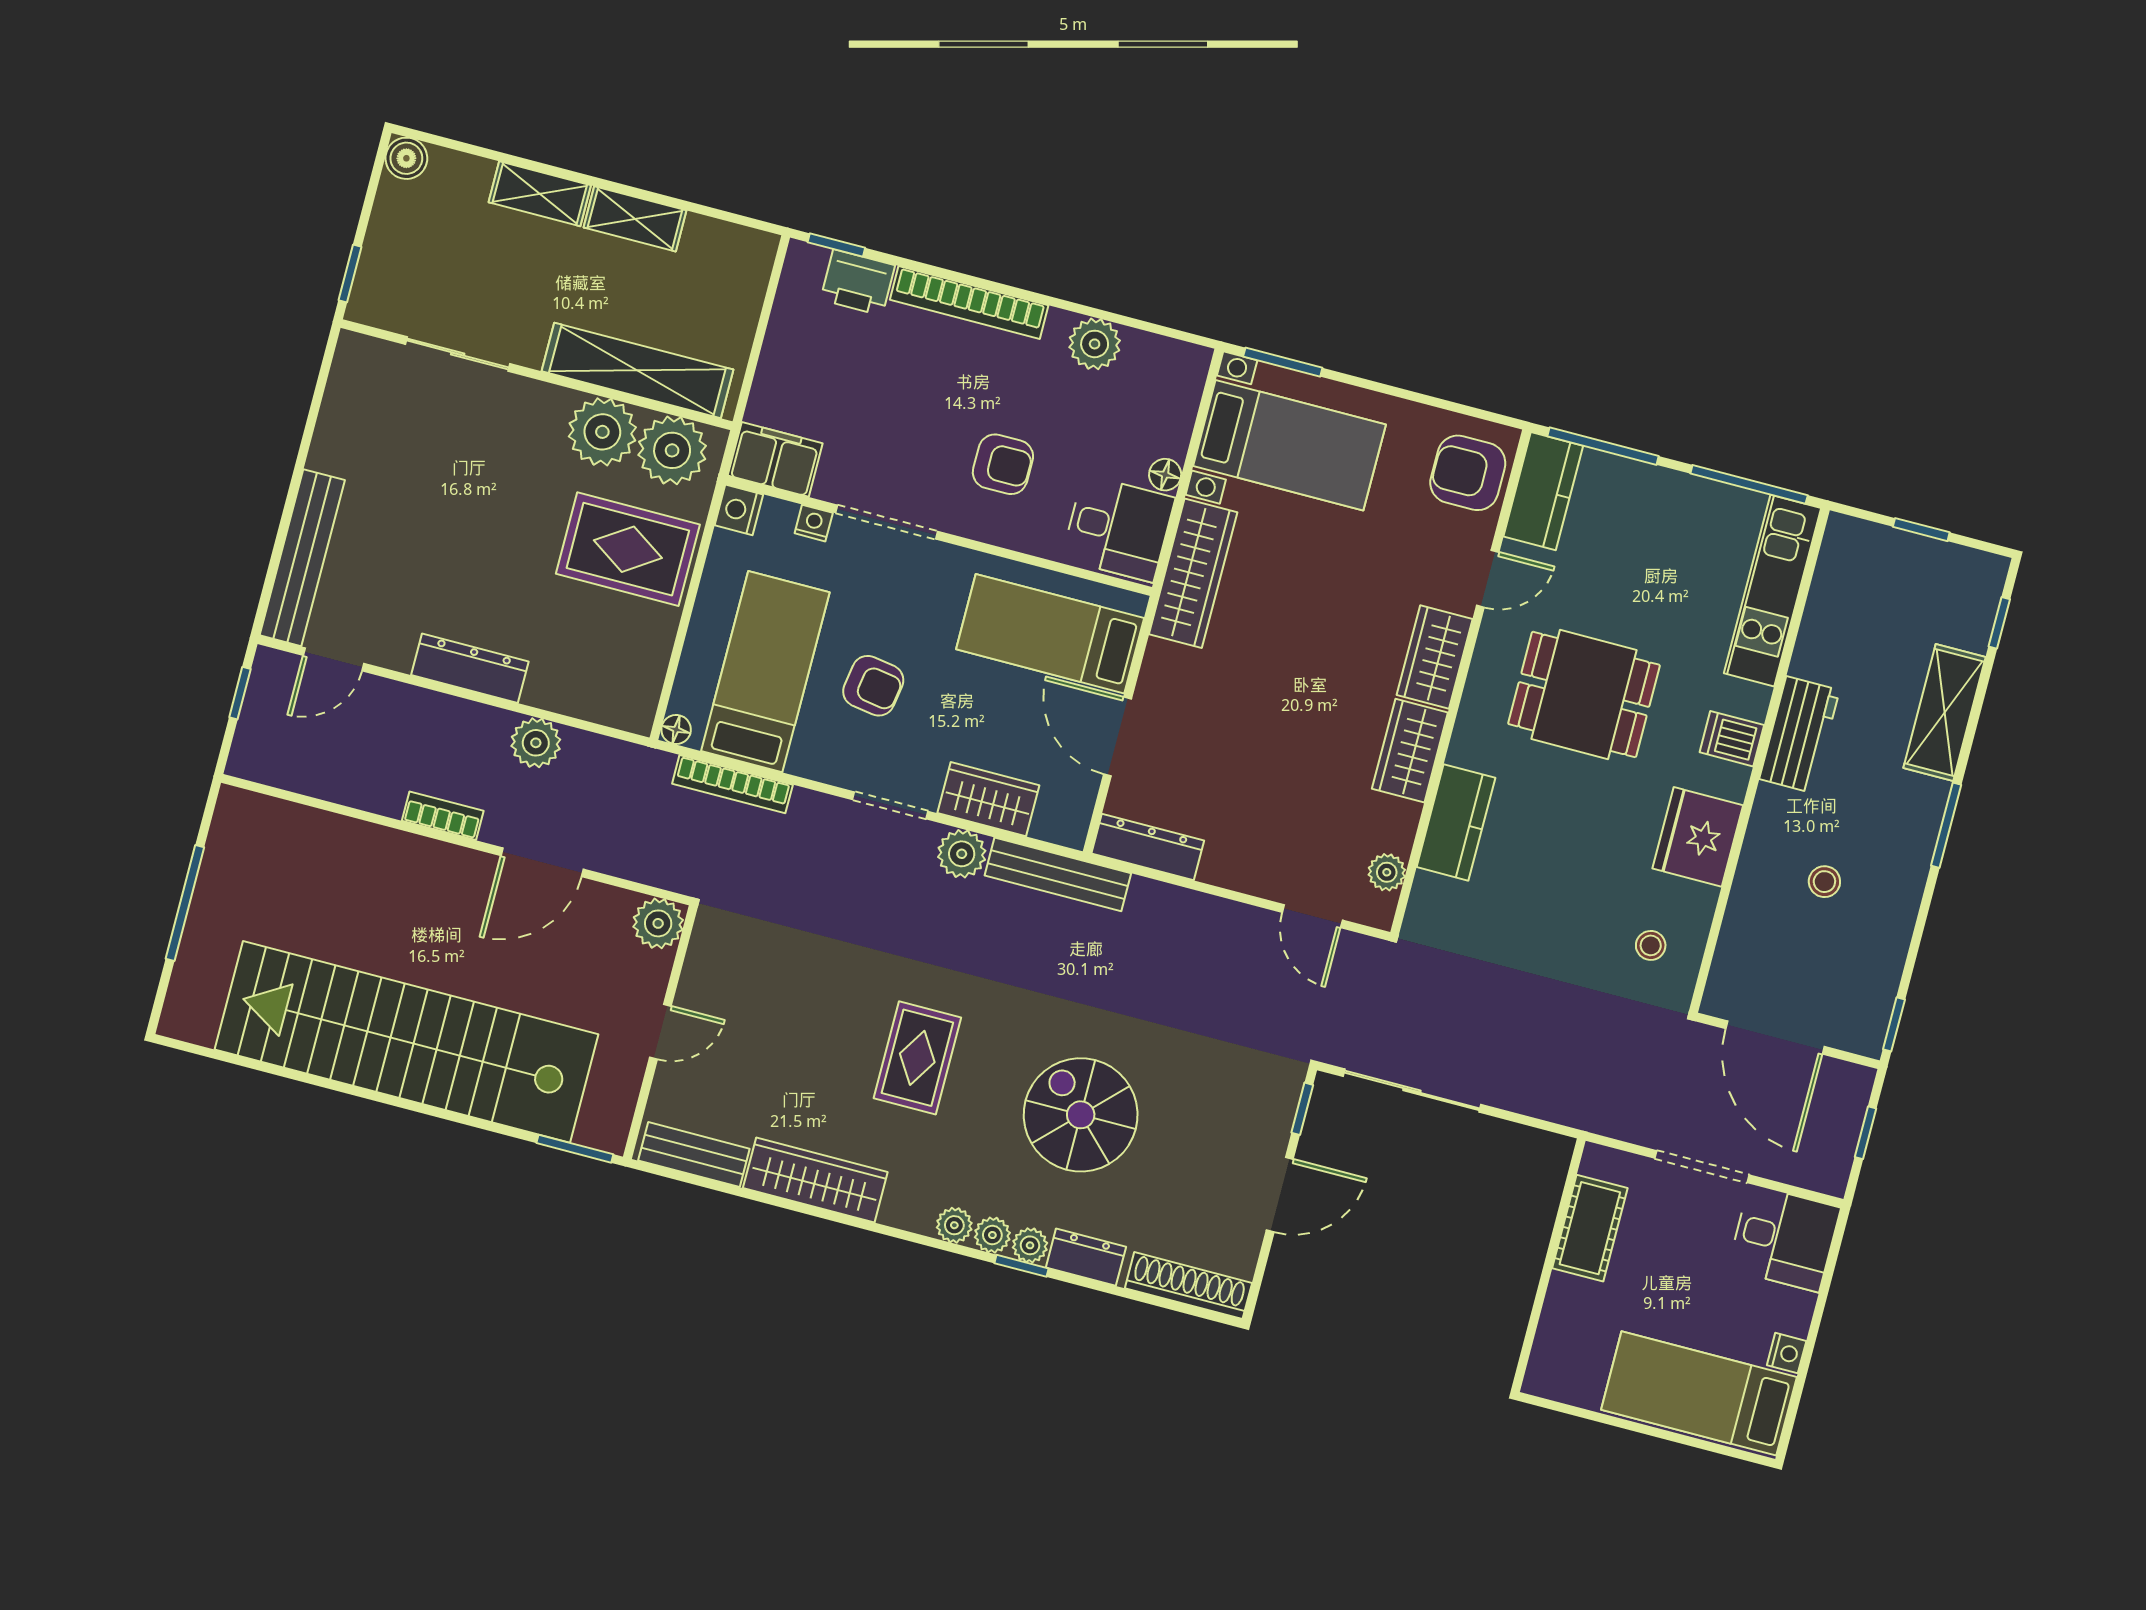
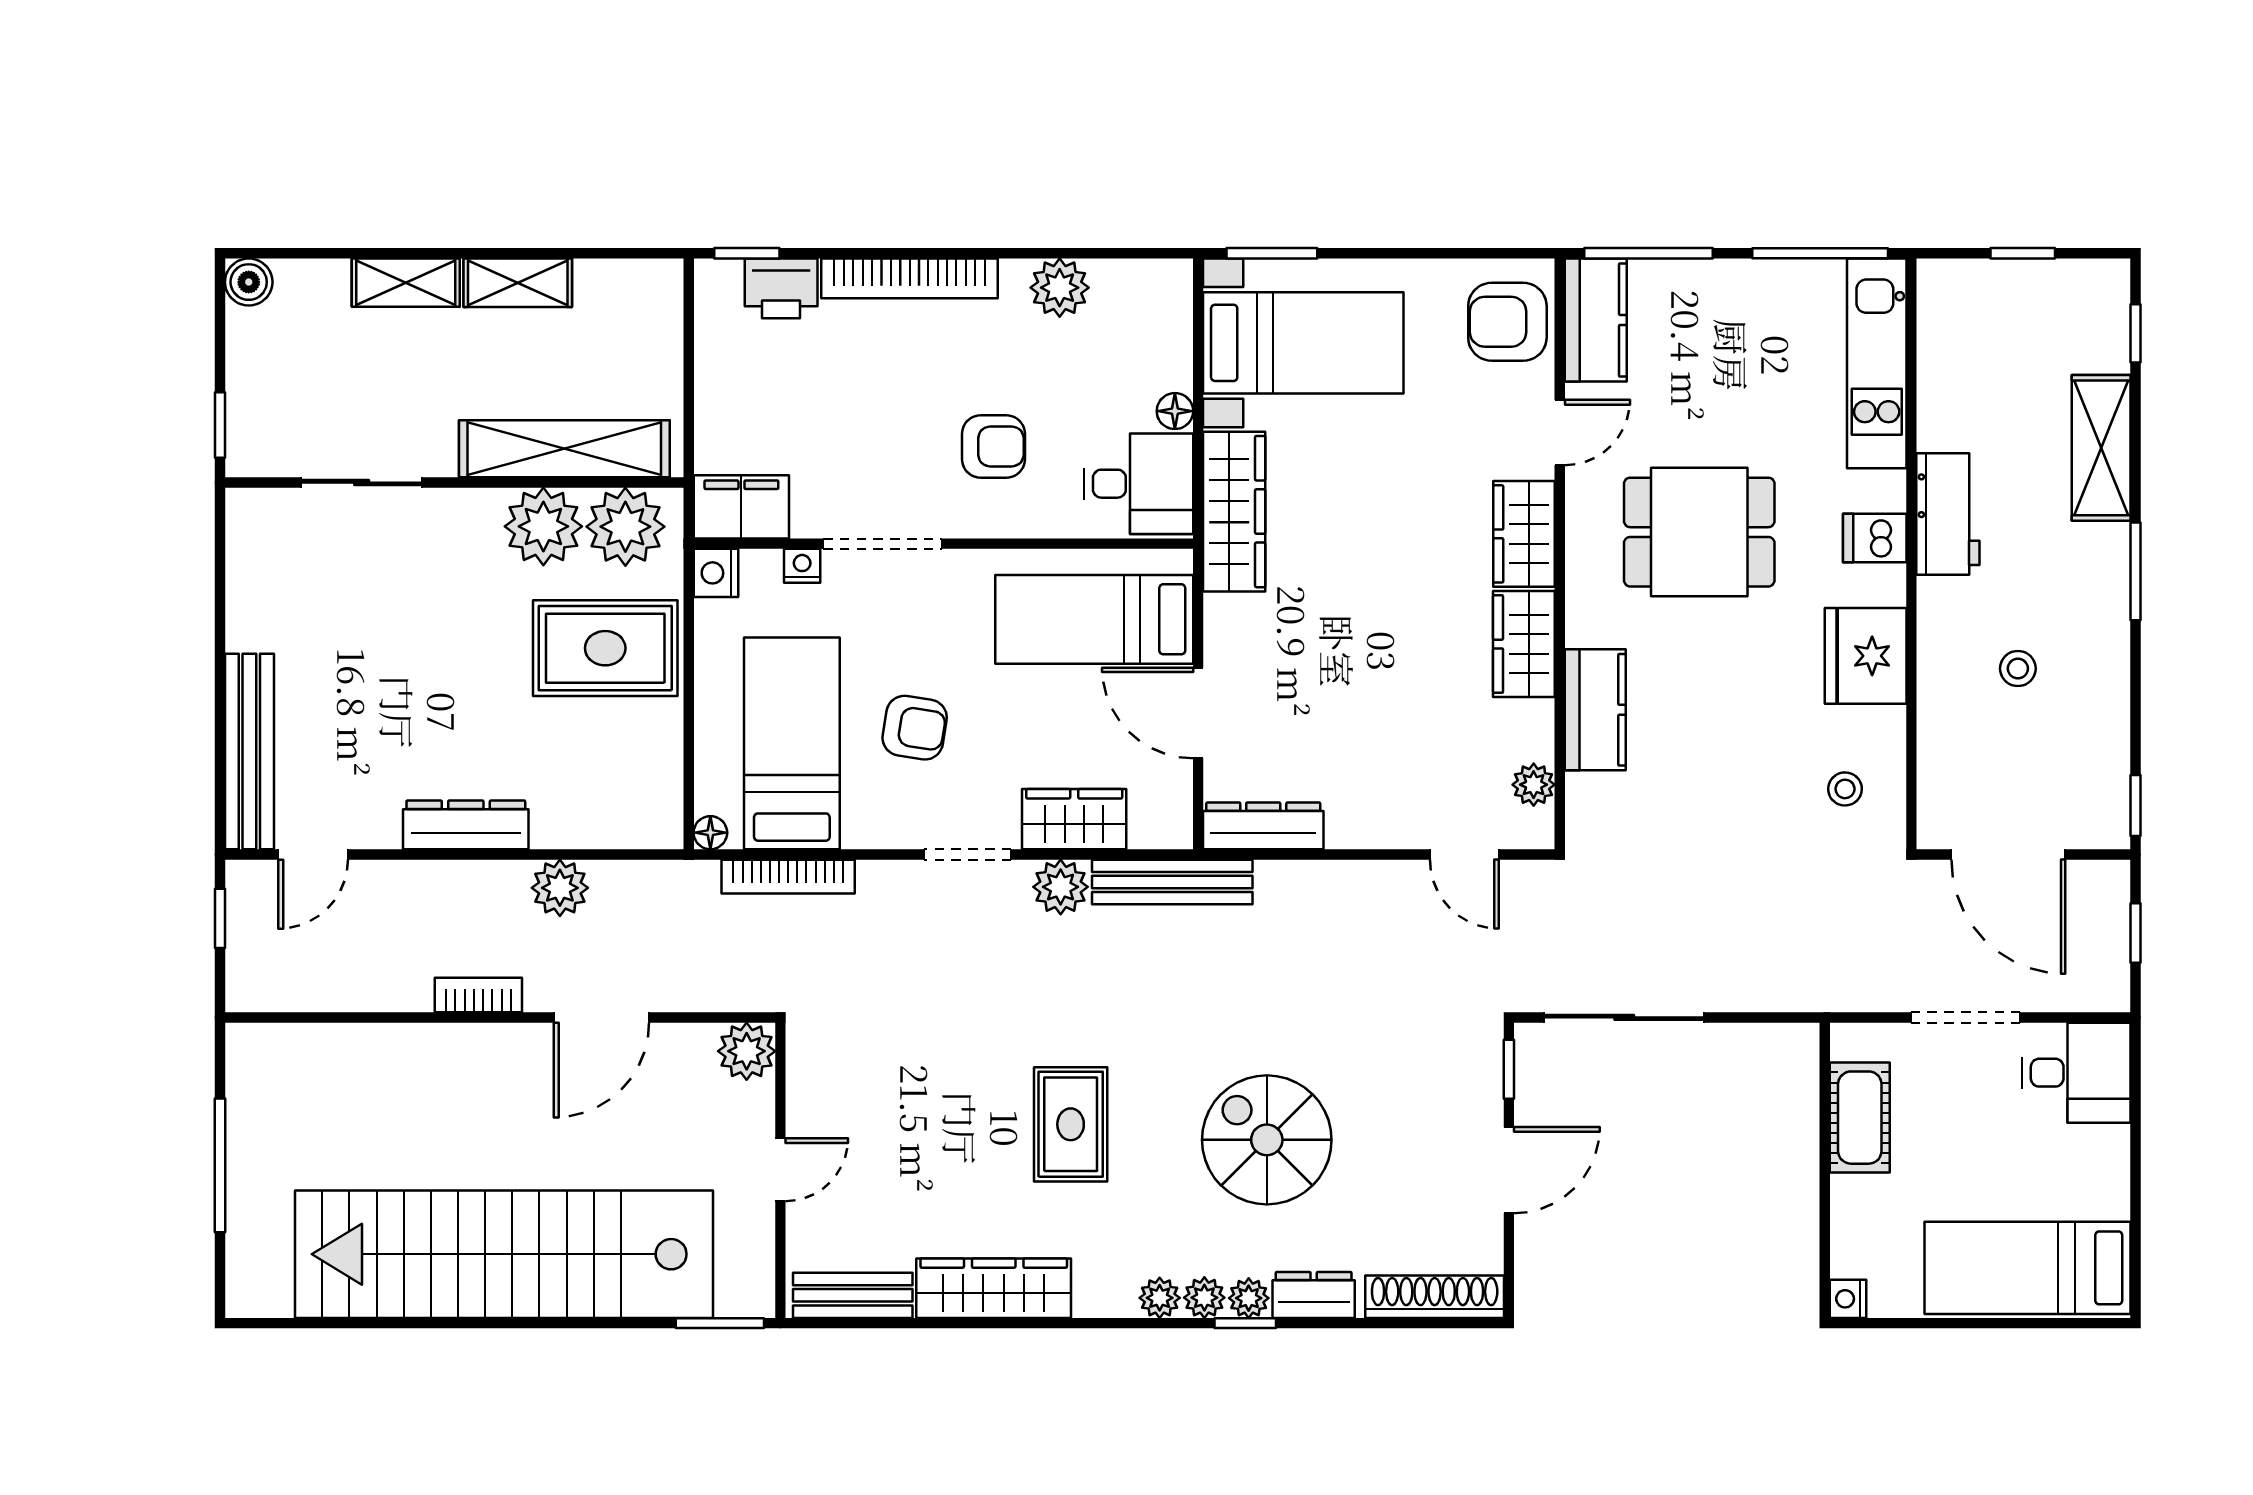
nightstand: (1787, 1353) -> (1848, 1299), moved, turned 180

